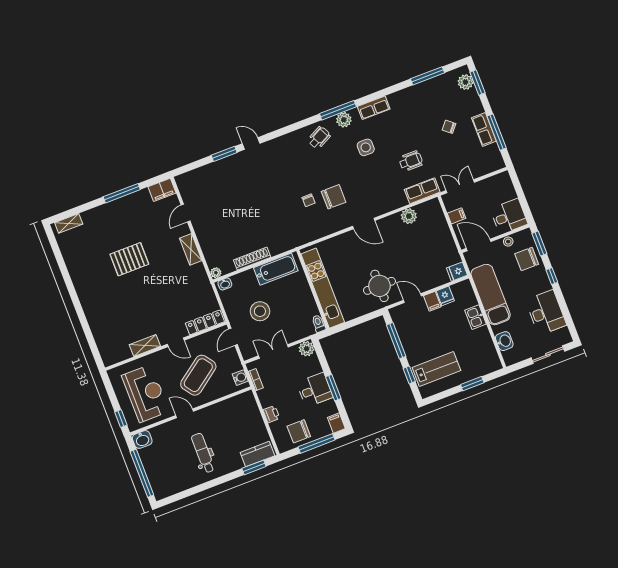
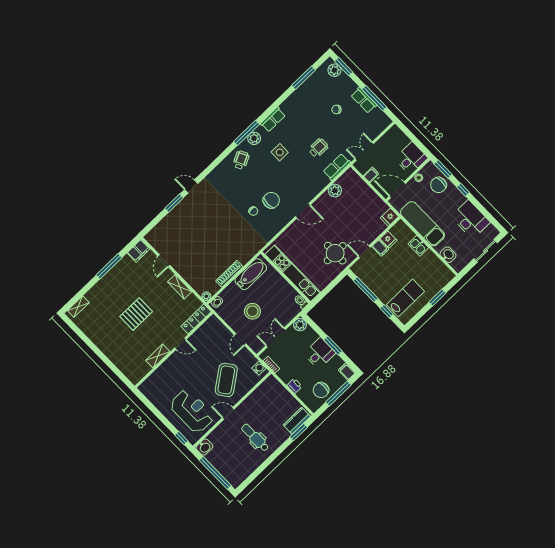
locker: (205, 322) -> (196, 319), moved
door: (176, 342) -> (180, 344), moved
shelving: (145, 345) -> (158, 356), moved
wall: (166, 346) -> (174, 350), moved

